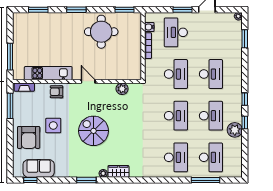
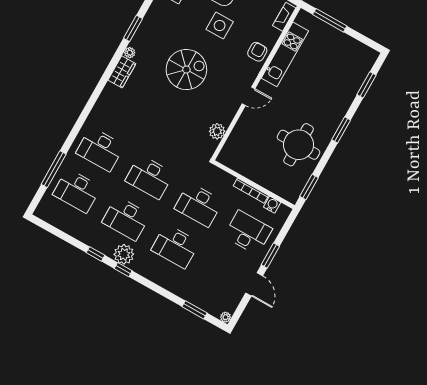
plant: (235, 130) -> (124, 254), moved

